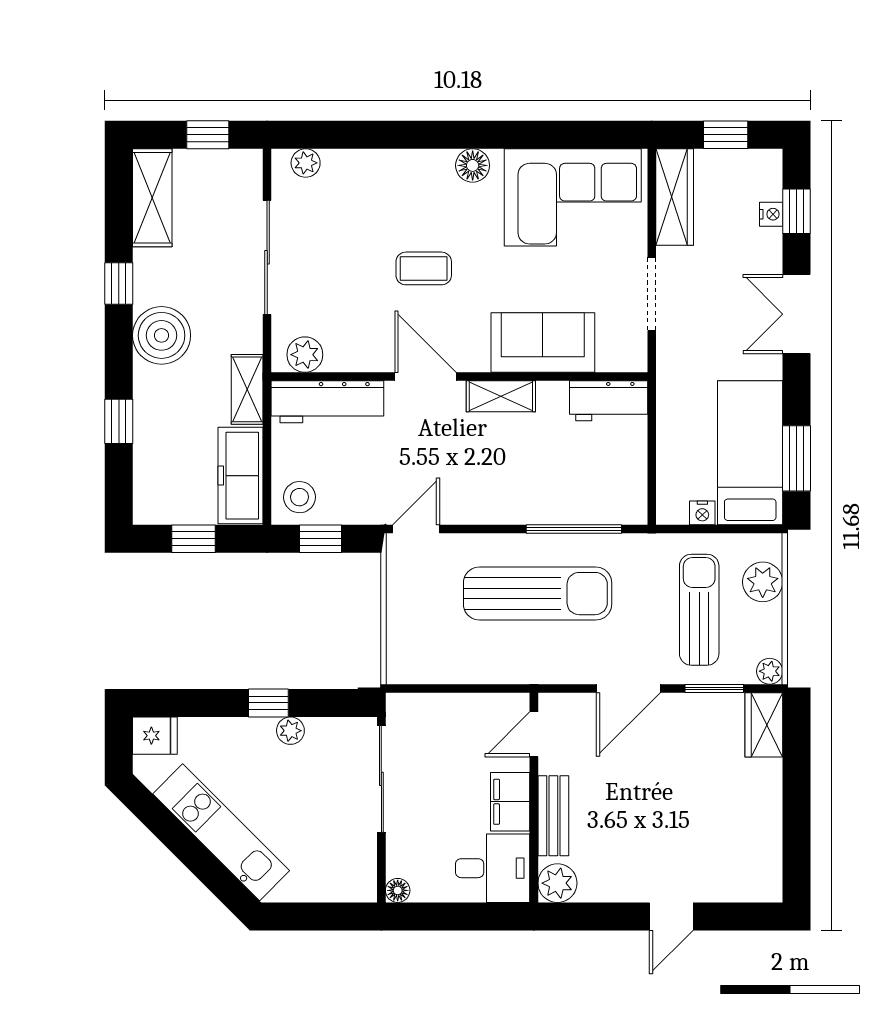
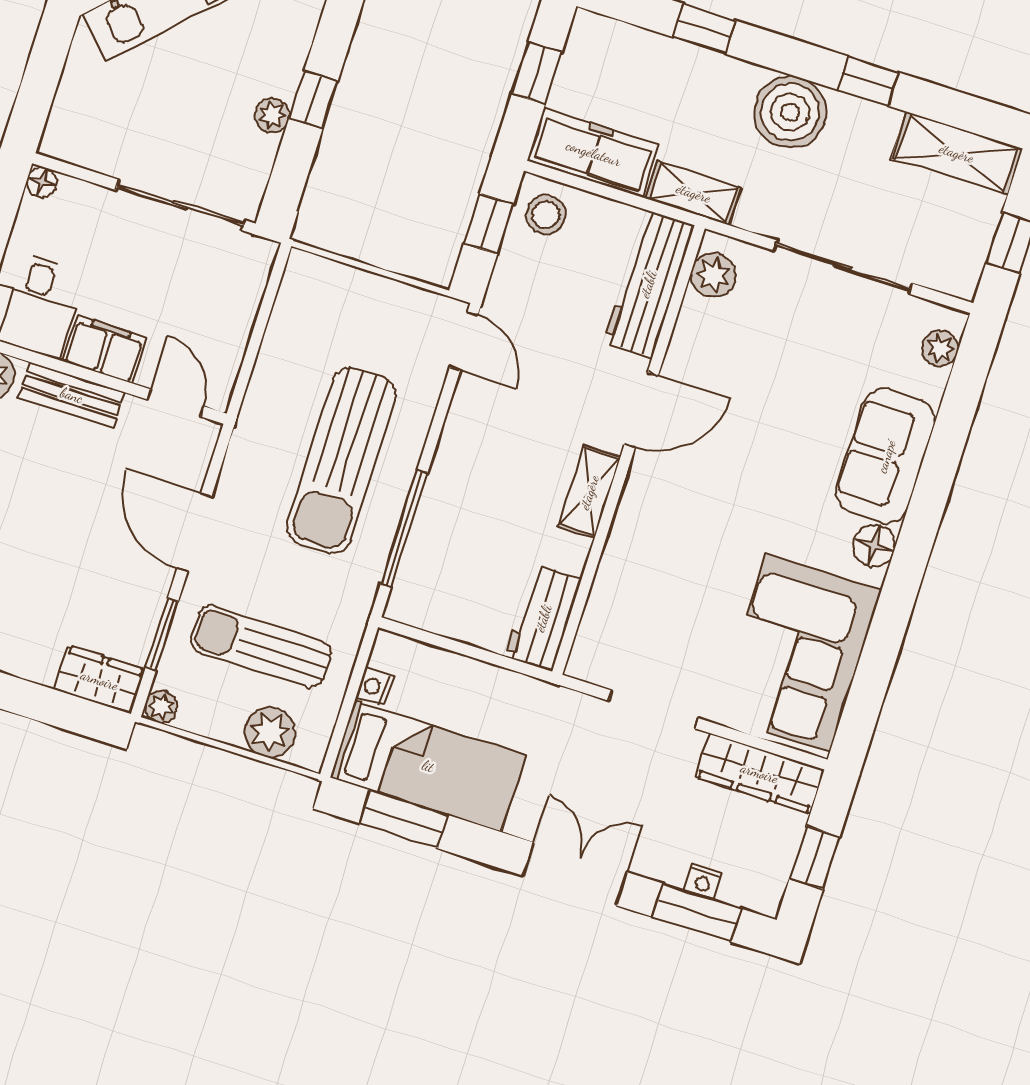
window: (796, 211) -> (697, 913), width x1.50
coffee table: (424, 268) -> (770, 449), removed
sofa: (543, 342) -> (886, 456), moved, turned 180
sun lounger: (699, 610) -> (261, 646), turned 180

